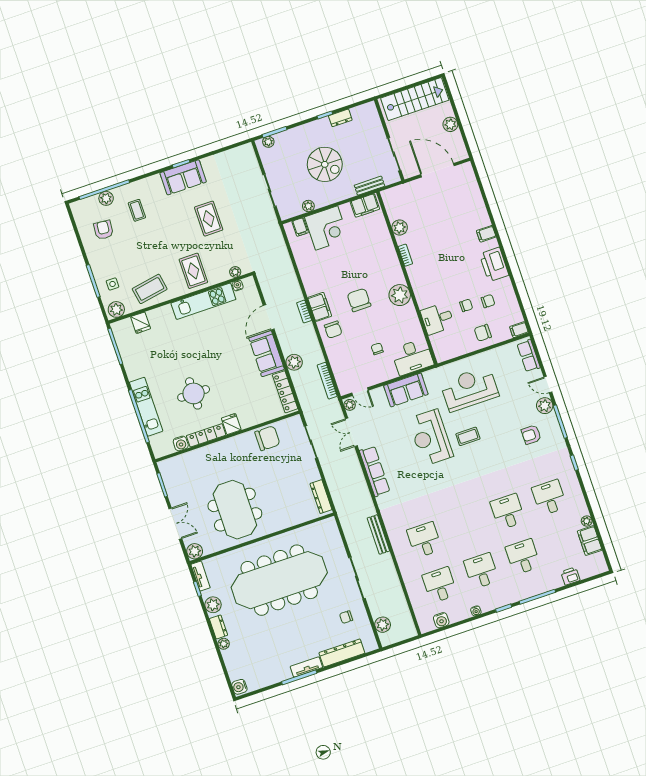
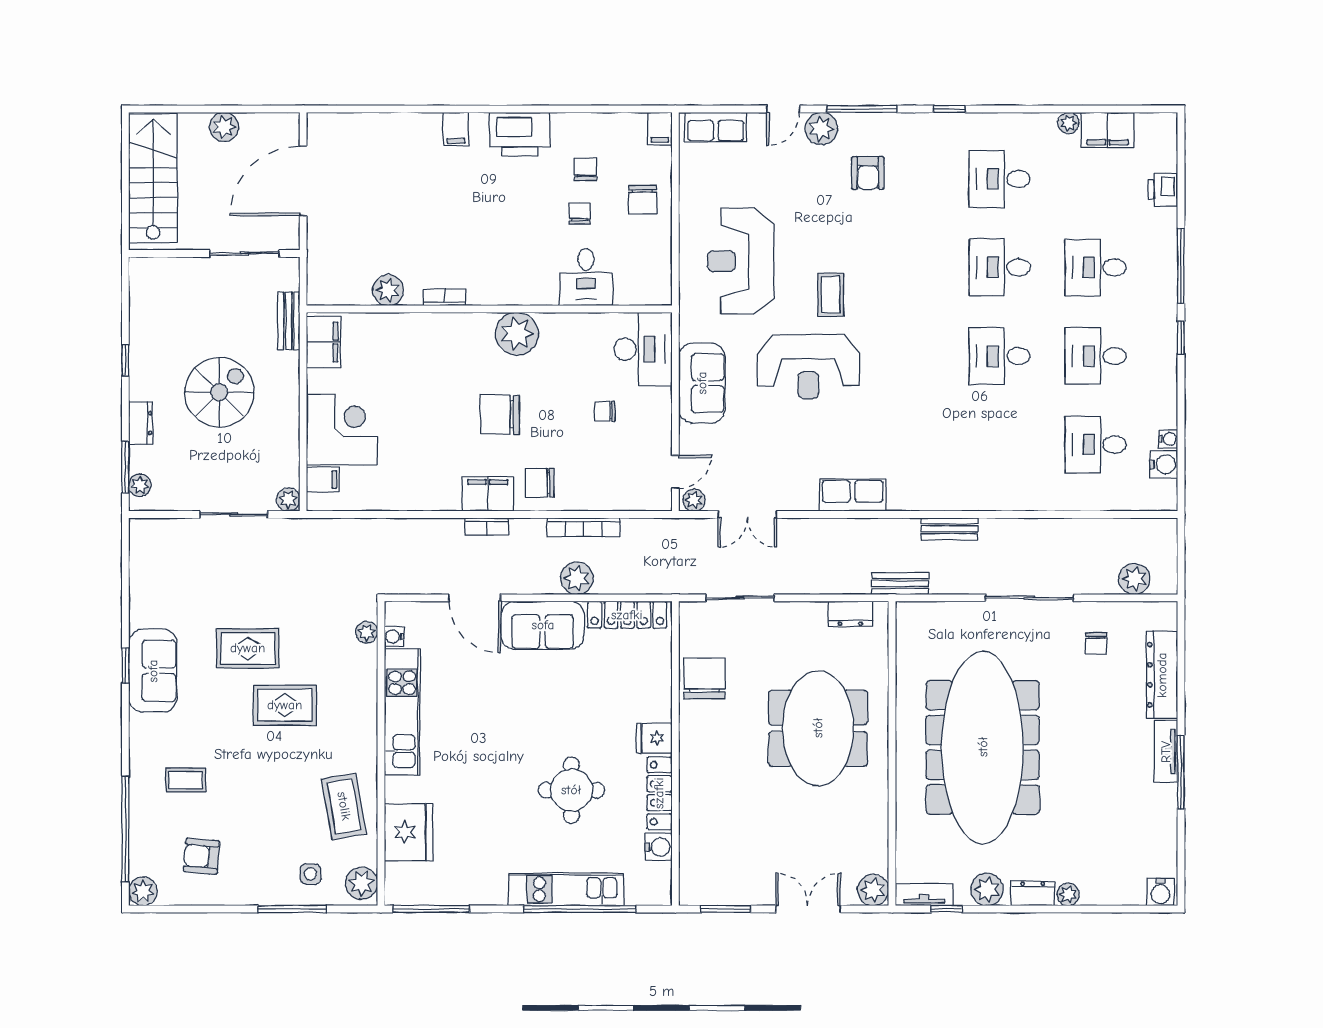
dresser: (340, 118) -> (141, 423), moved
plant: (106, 198) -> (143, 891), moved
plant: (308, 206) -> (288, 500), moved
rug: (193, 271) -> (285, 705), moved
fridge: (141, 323) -> (409, 832), width x1.88, depth x1.34
chair: (333, 330) -> (540, 483), turned 180
bookcase: (327, 381) -> (584, 527), moved
row of seats: (375, 471) -> (853, 495), width x0.68
dresser: (321, 497) -> (850, 614), width x0.70
meeting table: (235, 510) -> (818, 728), moved, turned 90
bench: (343, 515) -> (900, 584), added
bench: (378, 534) -> (949, 529), width x0.73
desk: (424, 540) -> (1000, 356), moved
water cooler: (476, 611) -> (1168, 439), moved

